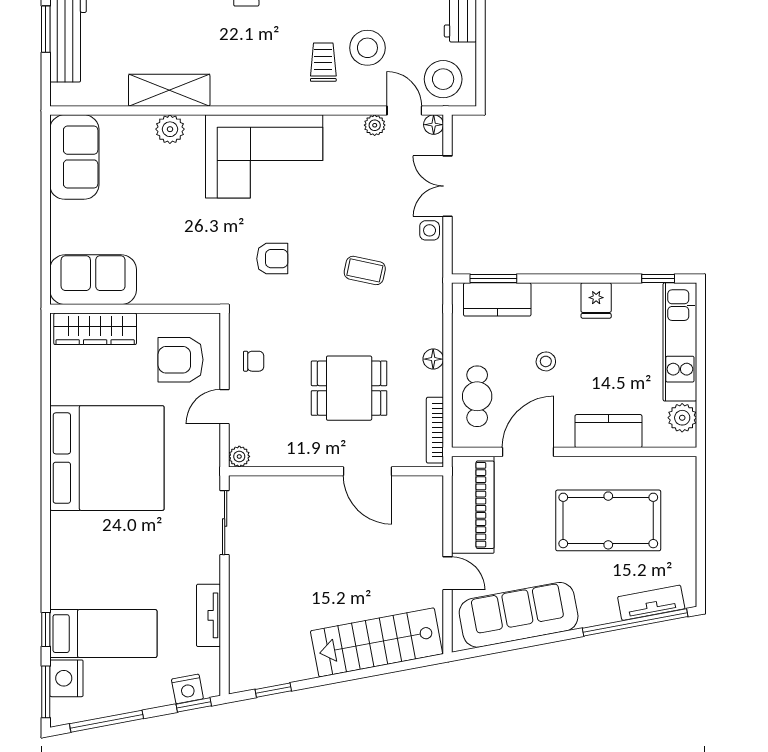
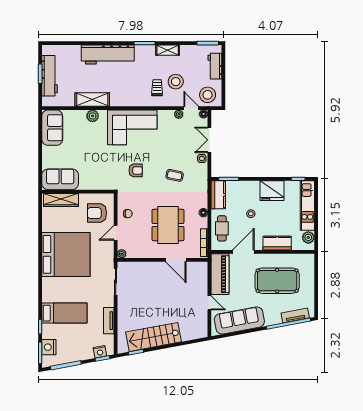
kitchen counter: (497, 299) -> (218, 195), moved, turned -90
fridge: (596, 300) -> (272, 191), width x1.88, depth x1.34
dining table: (349, 388) -> (168, 225), width x1.38
bed: (103, 634) -> (64, 313), moved
stairs: (377, 642) -> (153, 337), moved

